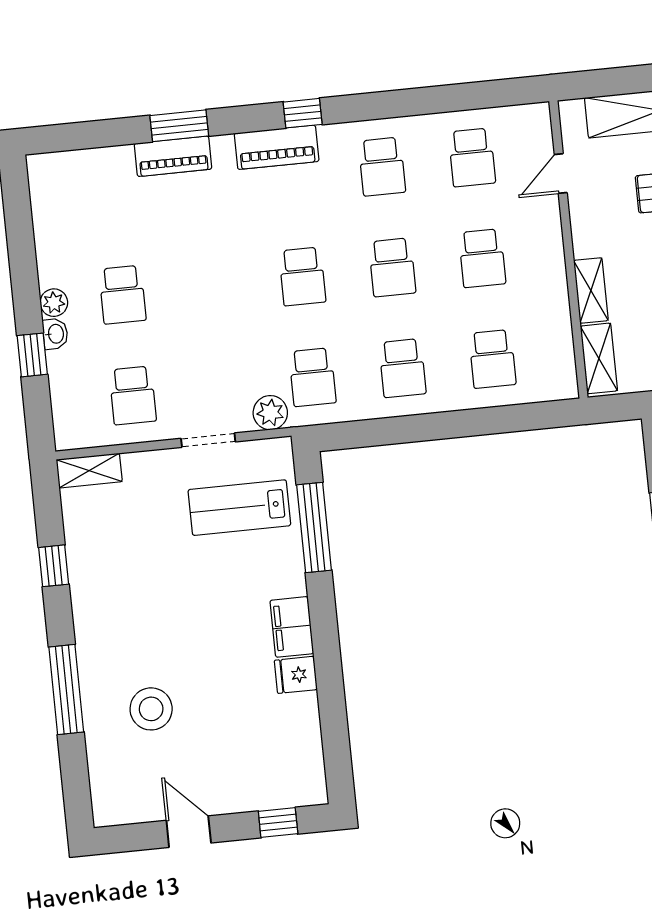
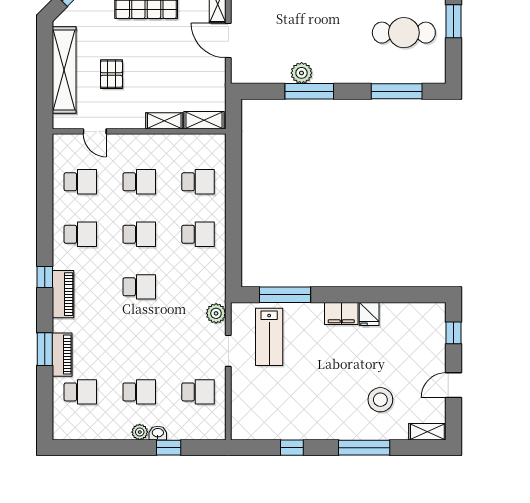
school desk: (313, 377) -> (80, 392), moved
shelving: (89, 471) -> (427, 432), moved, turned 90

